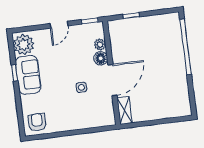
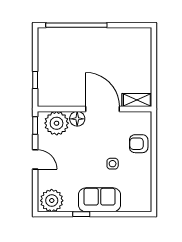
plant: (100, 44) -> (57, 123), width x1.88, depth x1.88
sofa: (28, 75) -> (99, 200), moved
side table: (81, 87) -> (113, 164), moved
armchair: (37, 122) -> (139, 144), moved

